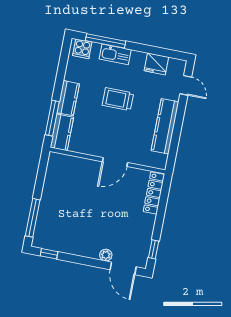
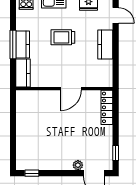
window: (52, 118) -> (13, 45), moved
kitchen counter: (165, 126) -> (105, 44), width x0.67
window: (33, 218) -> (13, 147), removed

